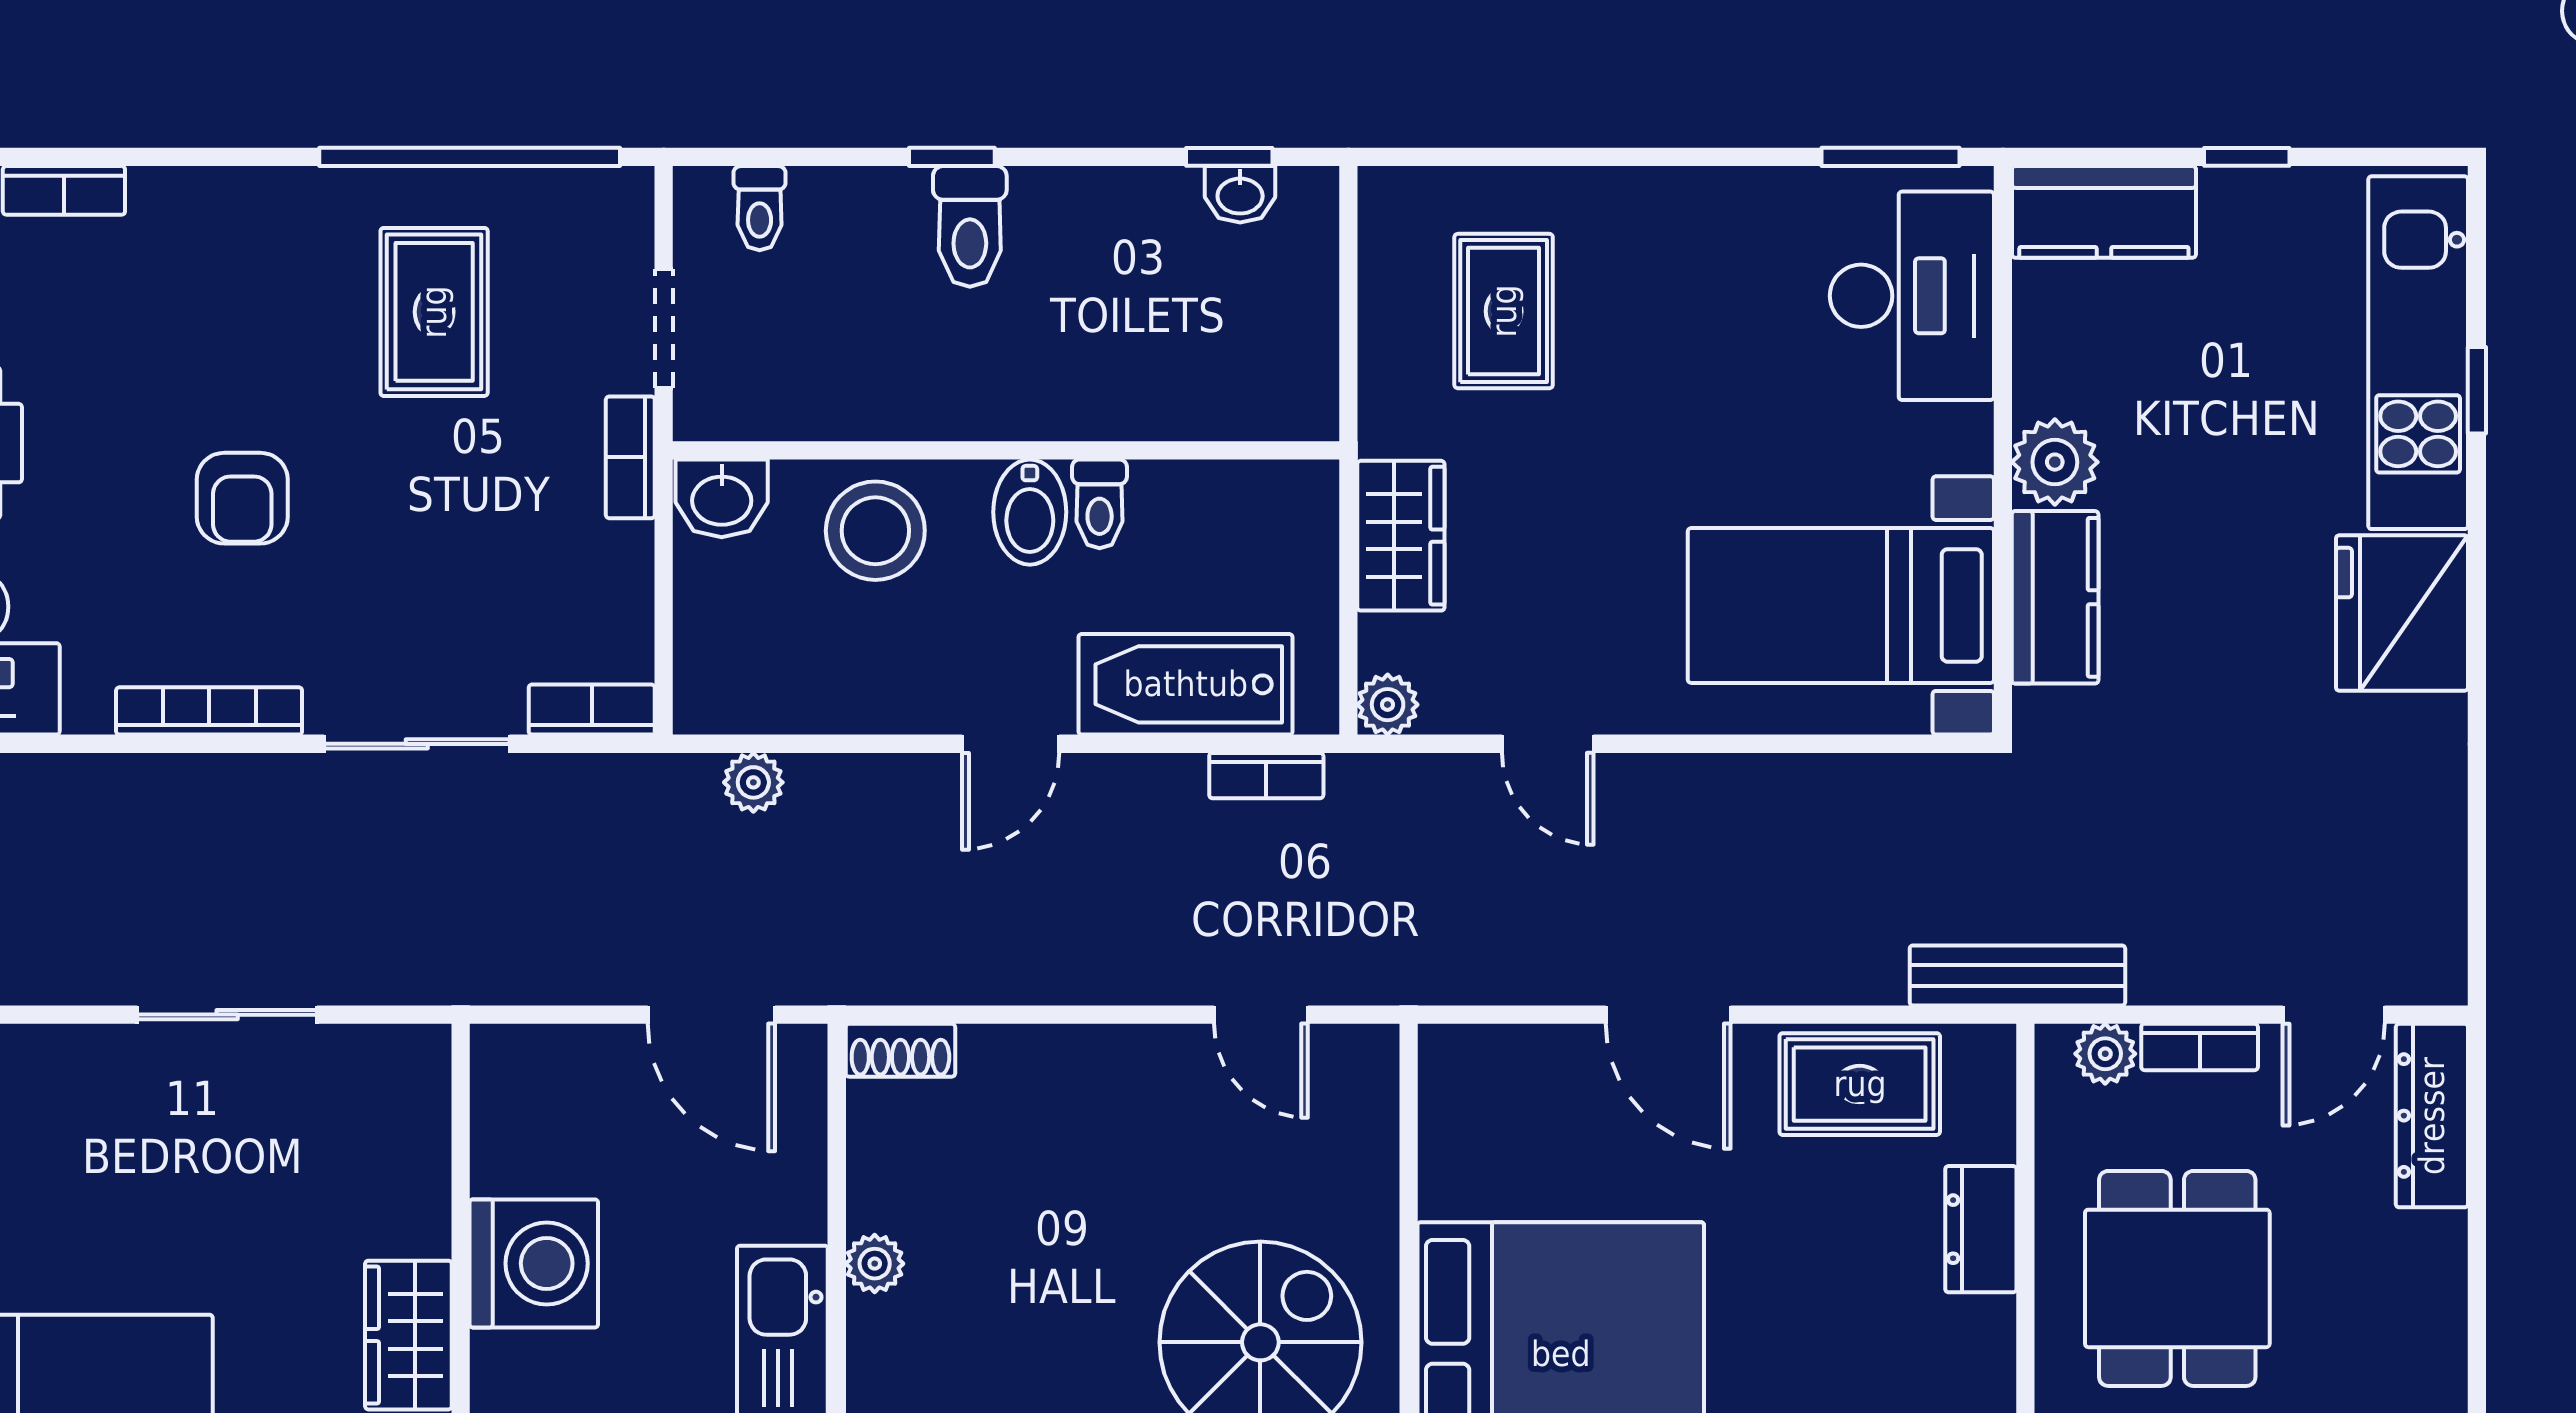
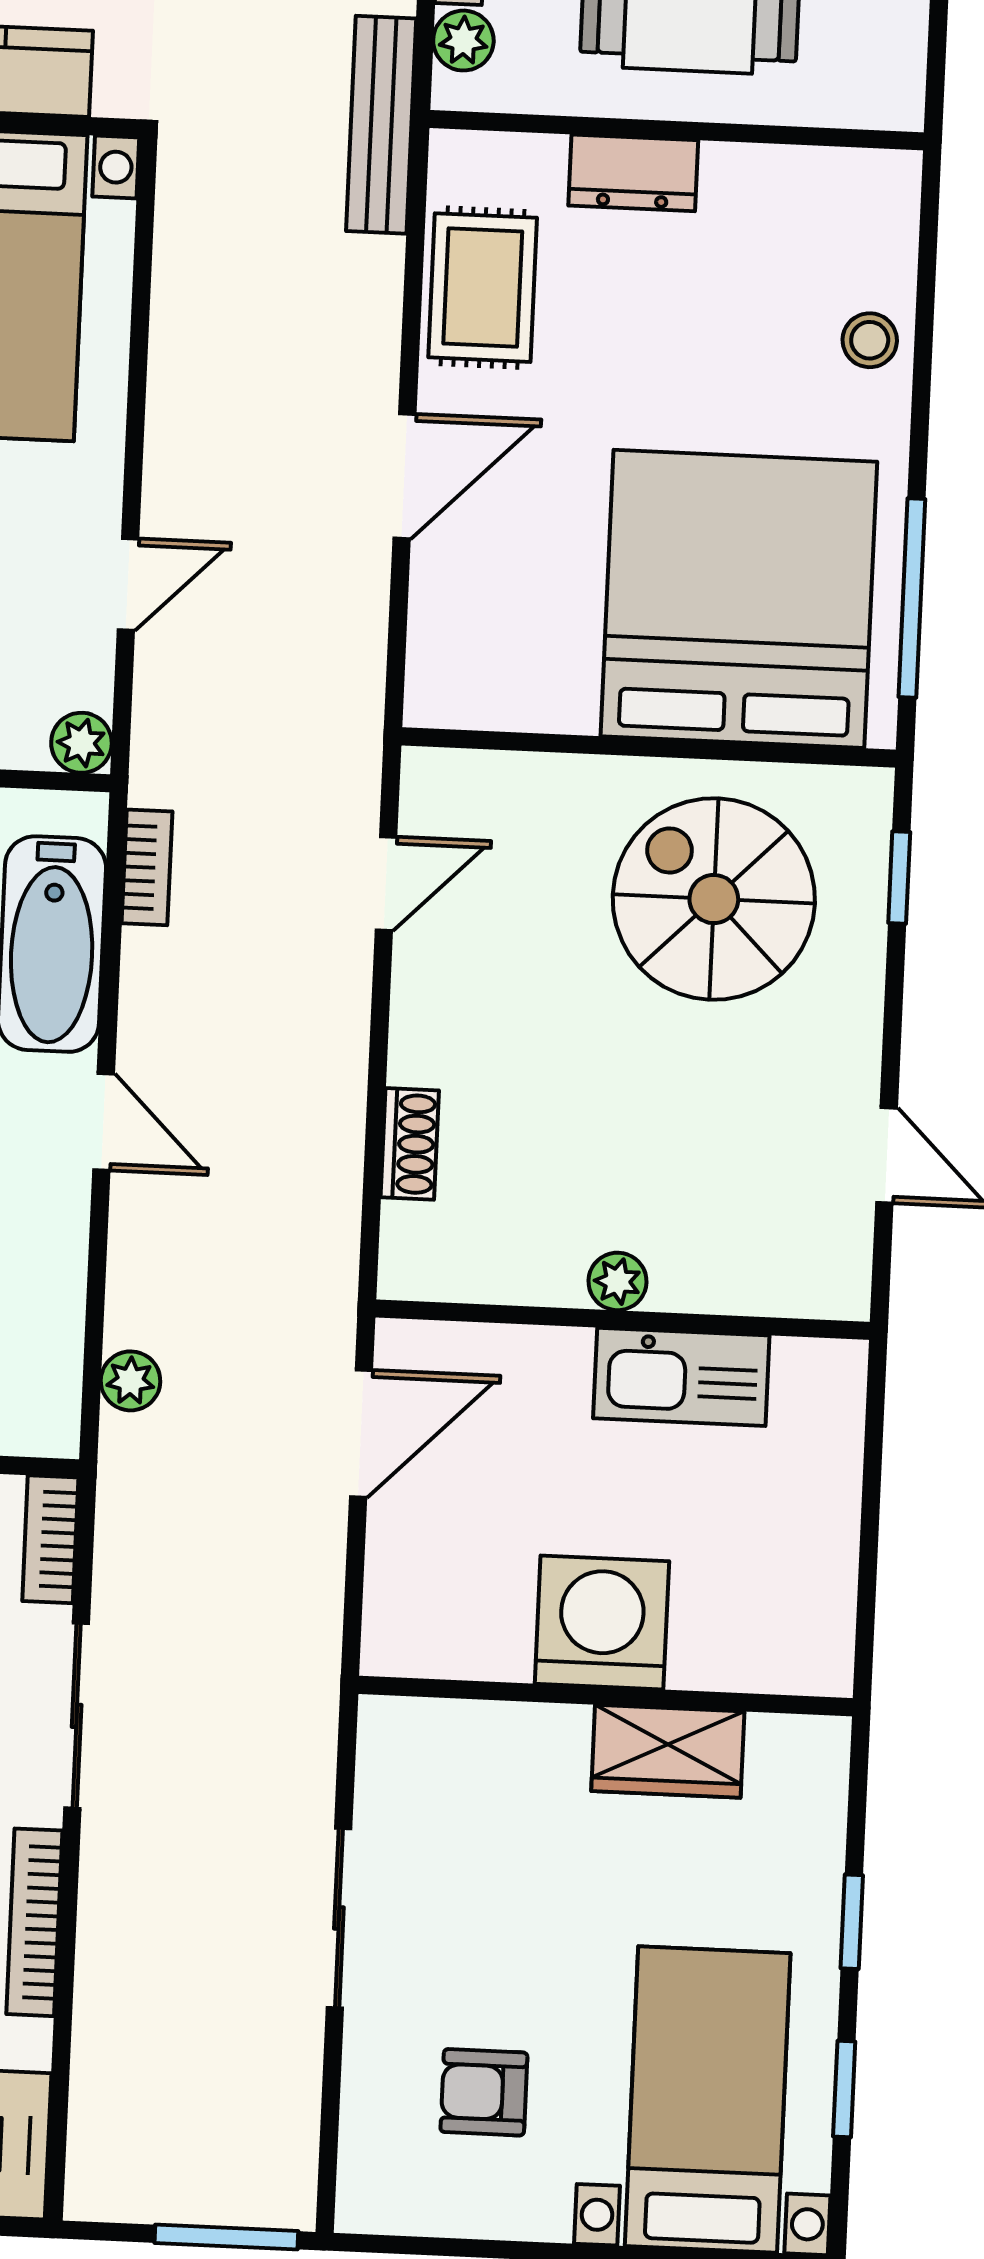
shoe rack: (900, 1050) -> (410, 1144), moved
armchair: (60, 1167) -> (484, 2092), added

